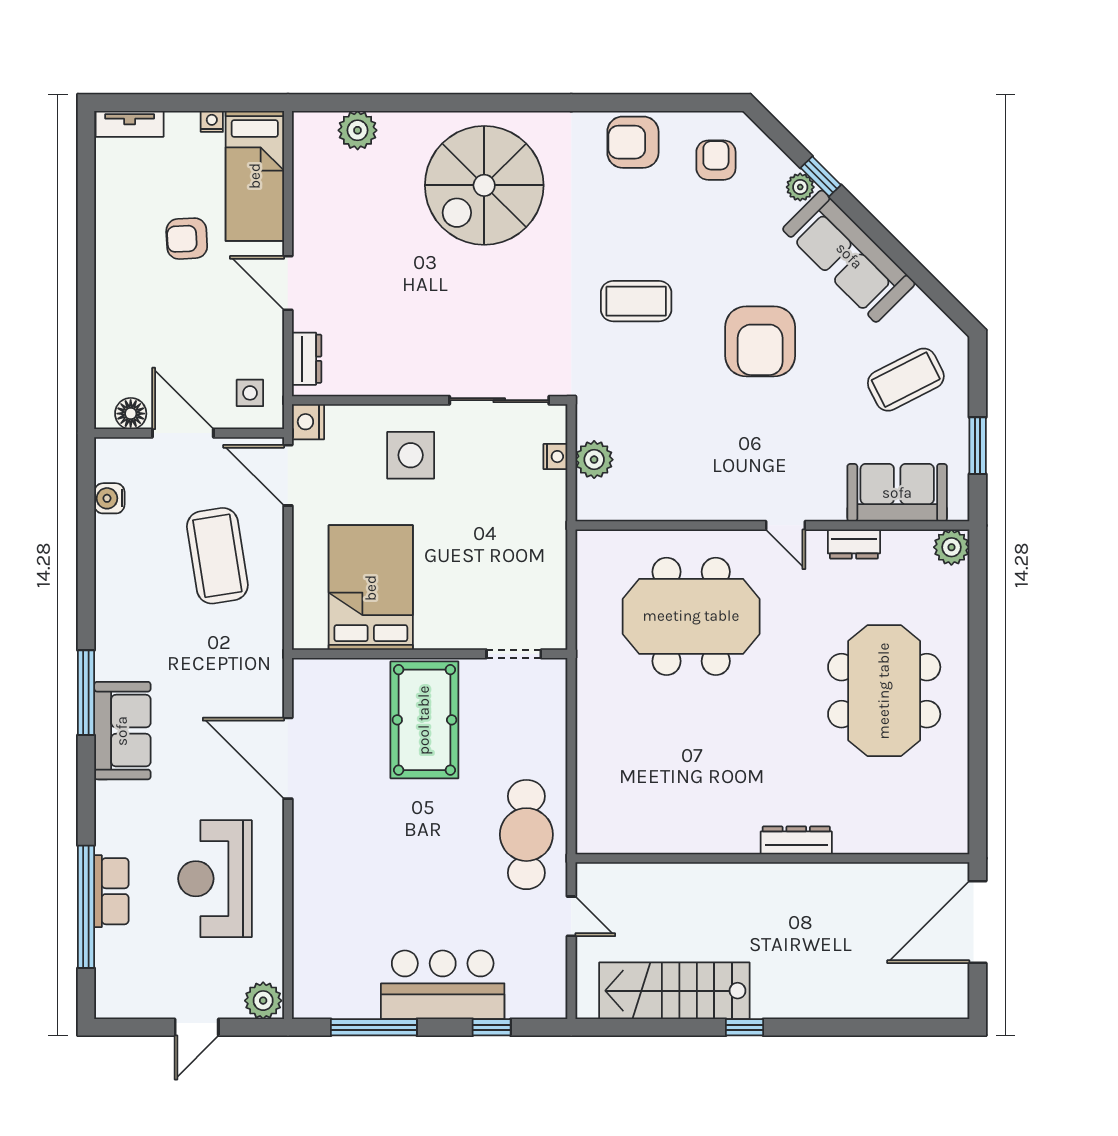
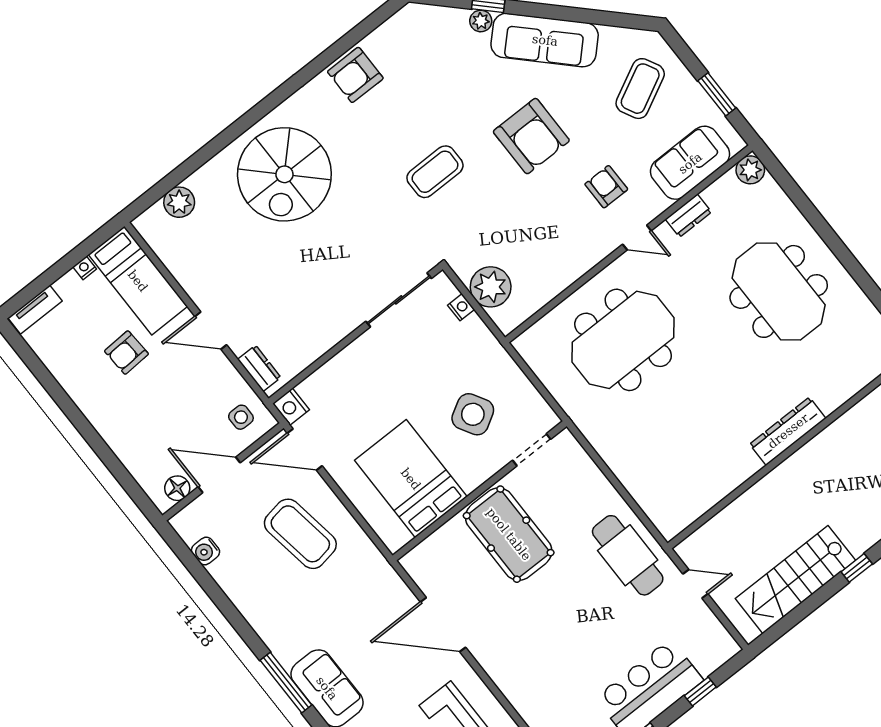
armchair: (716, 160) -> (606, 187), moved
side table: (411, 455) -> (473, 414), moved, turned -30
plant: (594, 460) -> (491, 287), width x1.36, depth x1.36
dresser: (796, 840) -> (788, 431), width x1.37, depth x1.24

